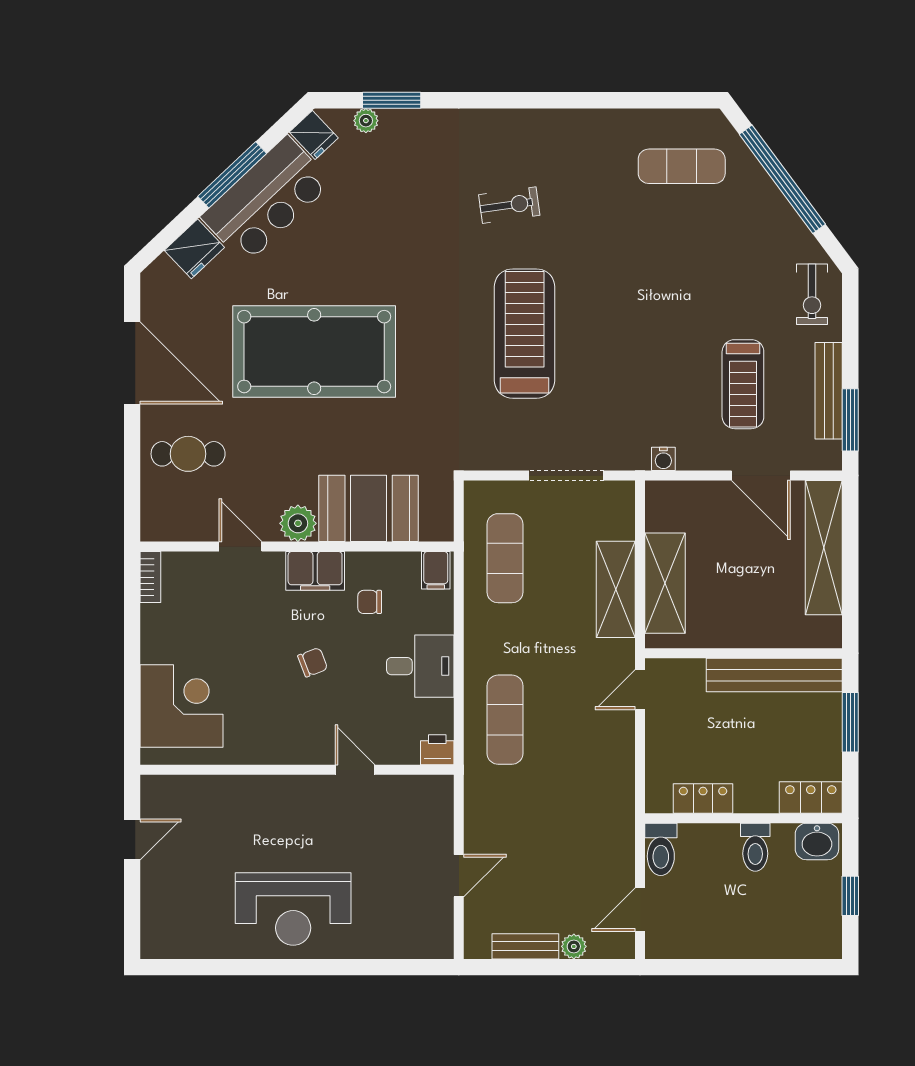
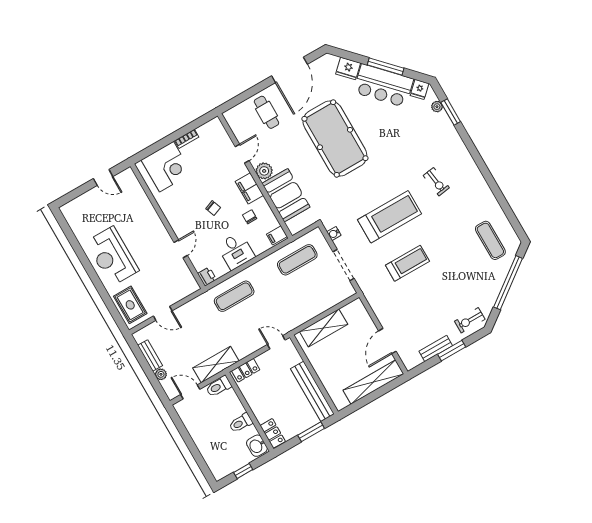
treadmill: (743, 384) -> (407, 263), moved, turned 180
bench: (829, 391) -> (436, 349), width x0.73
window: (850, 420) -> (452, 351), moved
water cooler: (663, 459) -> (334, 234), moved
bookcase: (150, 577) -> (187, 139), moved
shelving: (616, 589) -> (216, 364), moved
locker: (703, 799) -> (246, 370), moved, turned 90
rug: (406, 929) -> (130, 305), added

